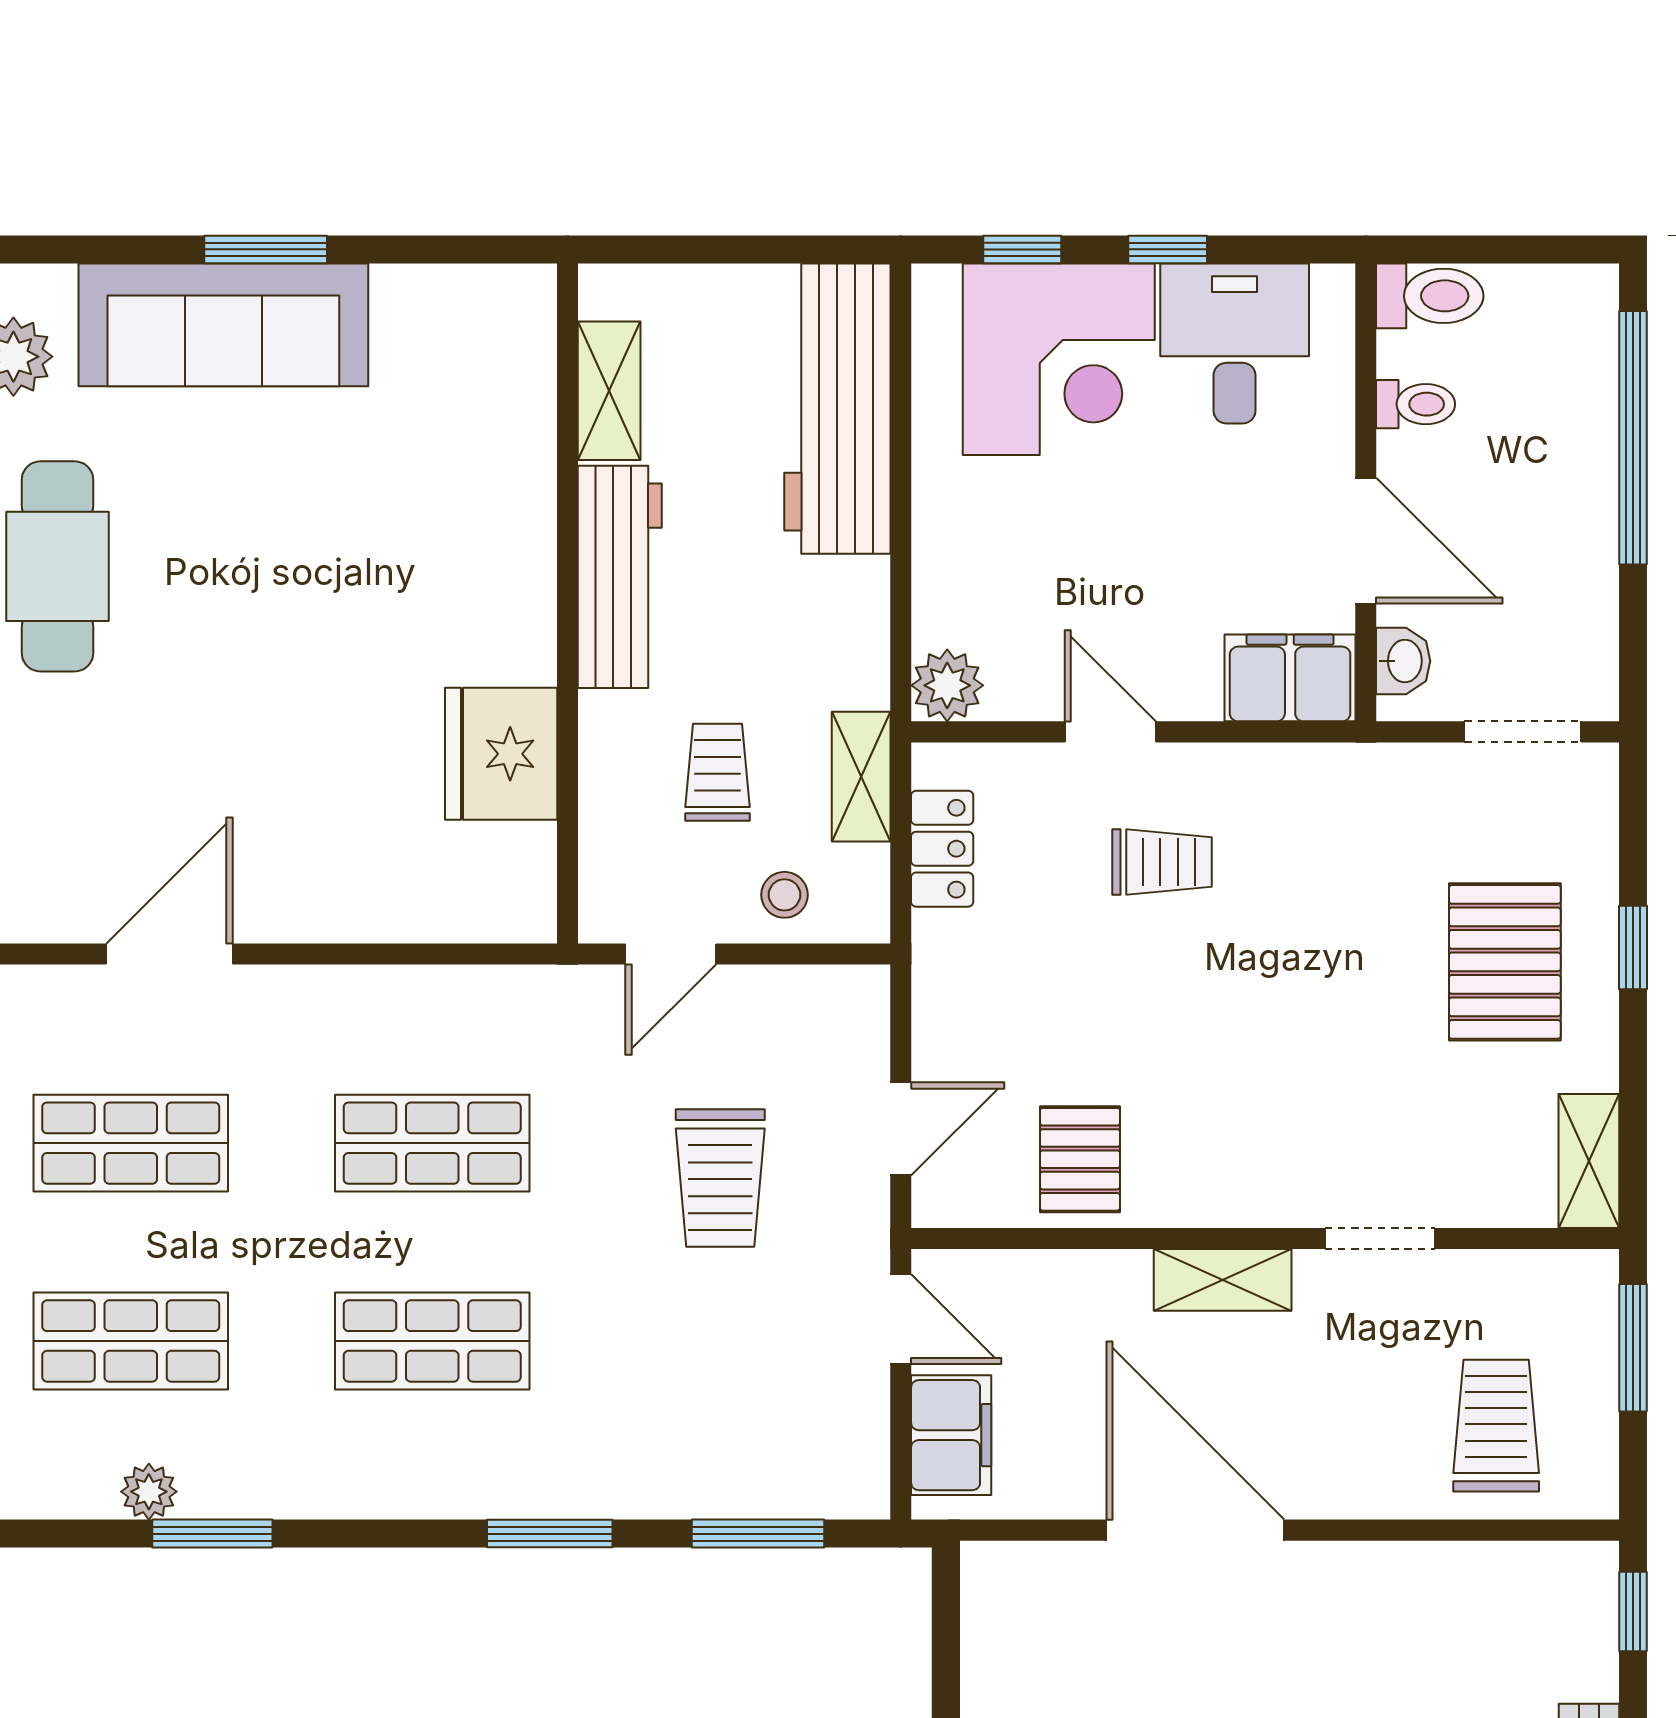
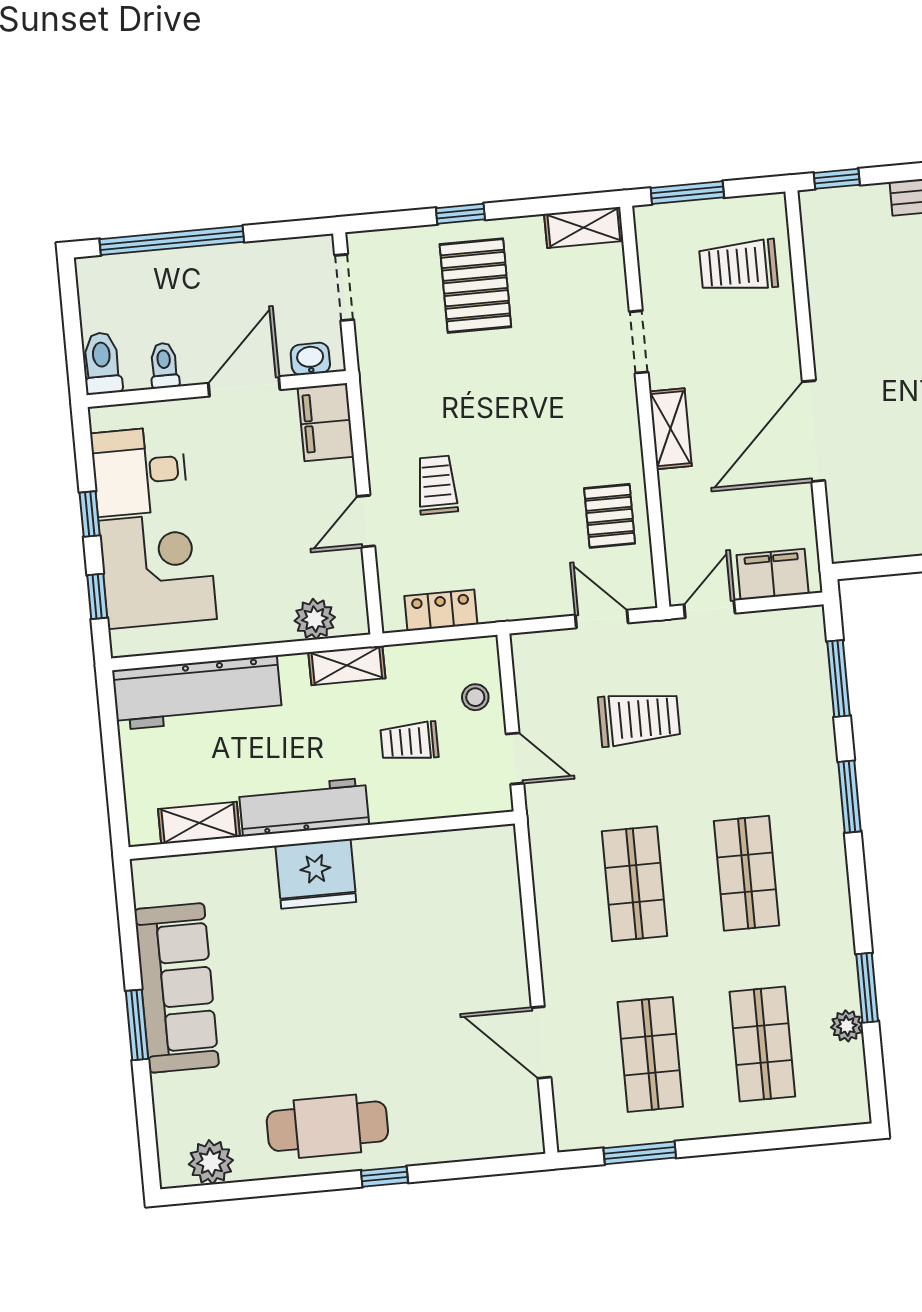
sofa: (223, 325) -> (177, 988), moved
plant: (947, 685) -> (315, 619), moved
fridge: (501, 754) -> (316, 874), moved
shelving: (861, 777) -> (347, 665), moved
pallet: (1505, 962) -> (475, 286), turned 90
pallet: (1080, 1159) -> (610, 516), turned 90

